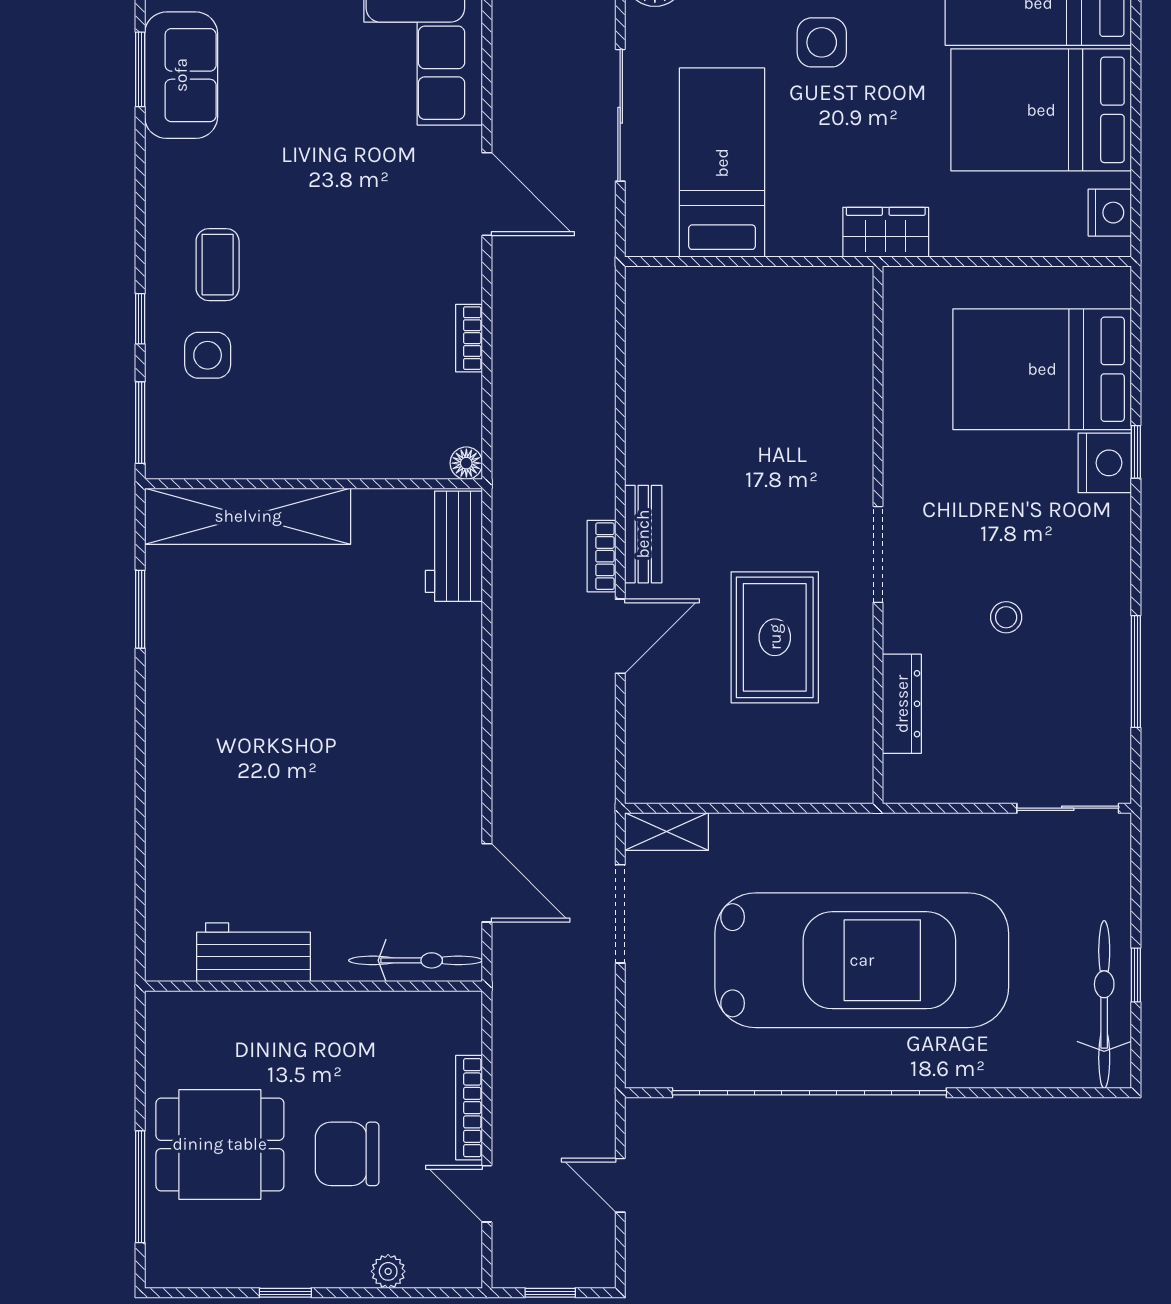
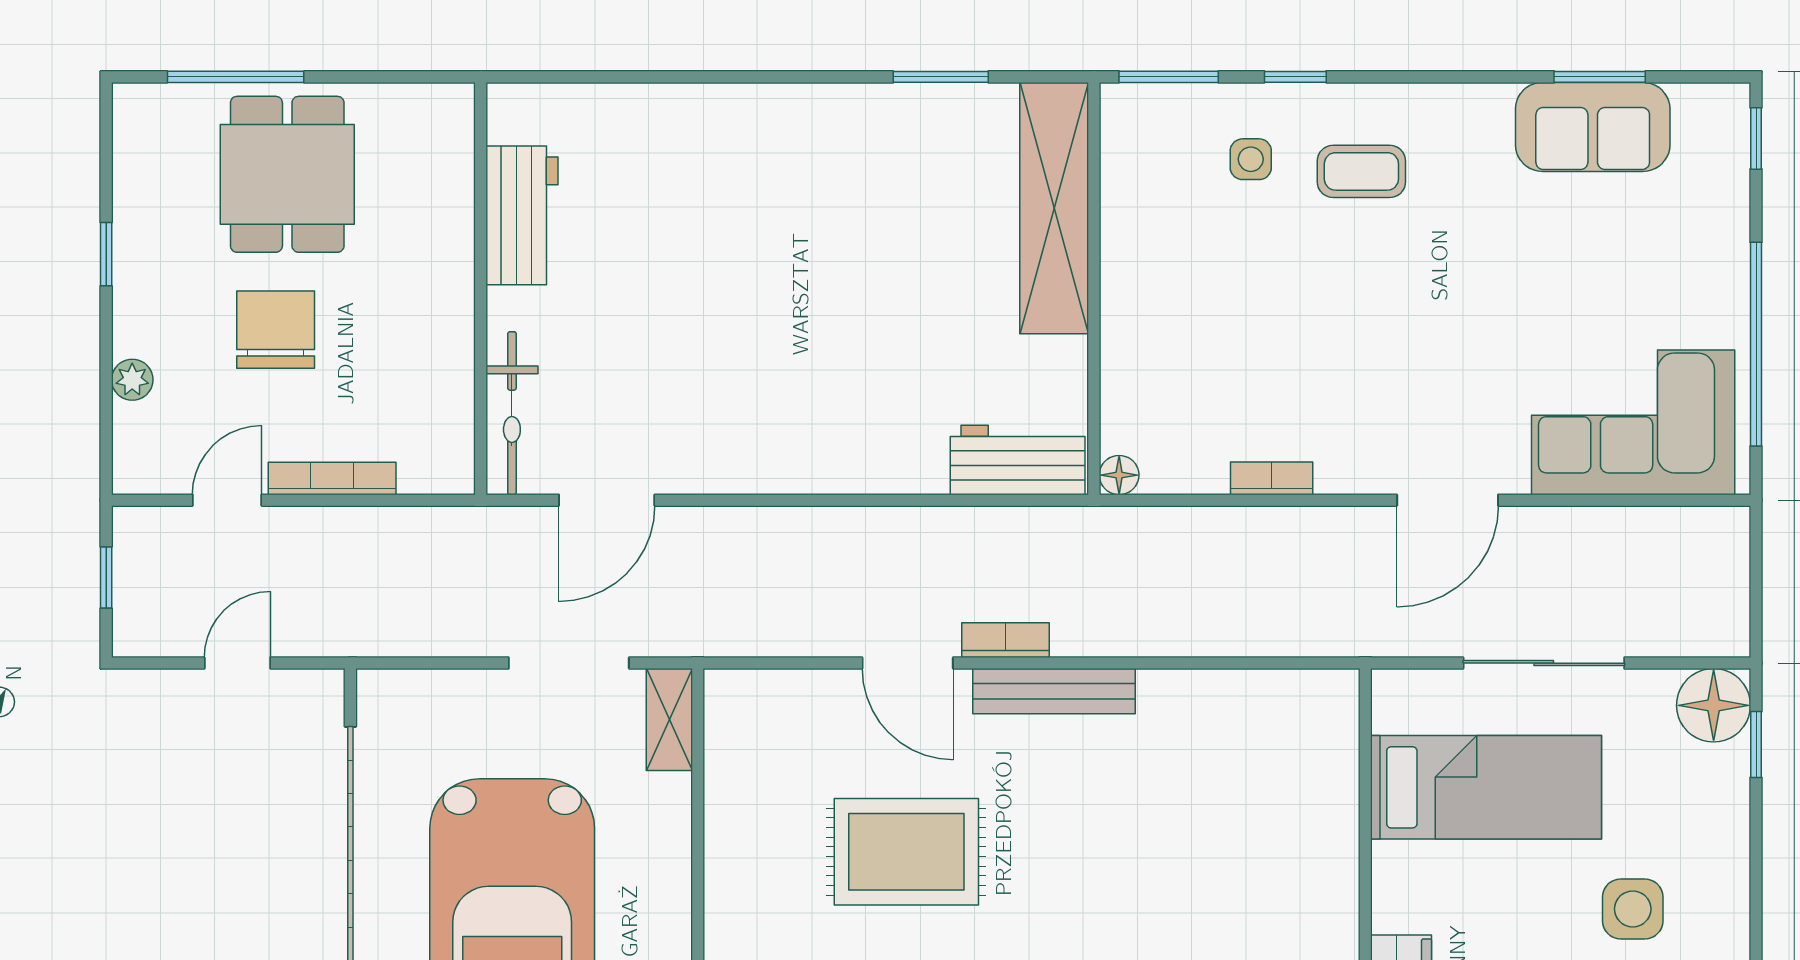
side table: (208, 355) -> (1251, 159), width x0.73, depth x0.73
bench: (643, 534) -> (1054, 691), width x1.36

